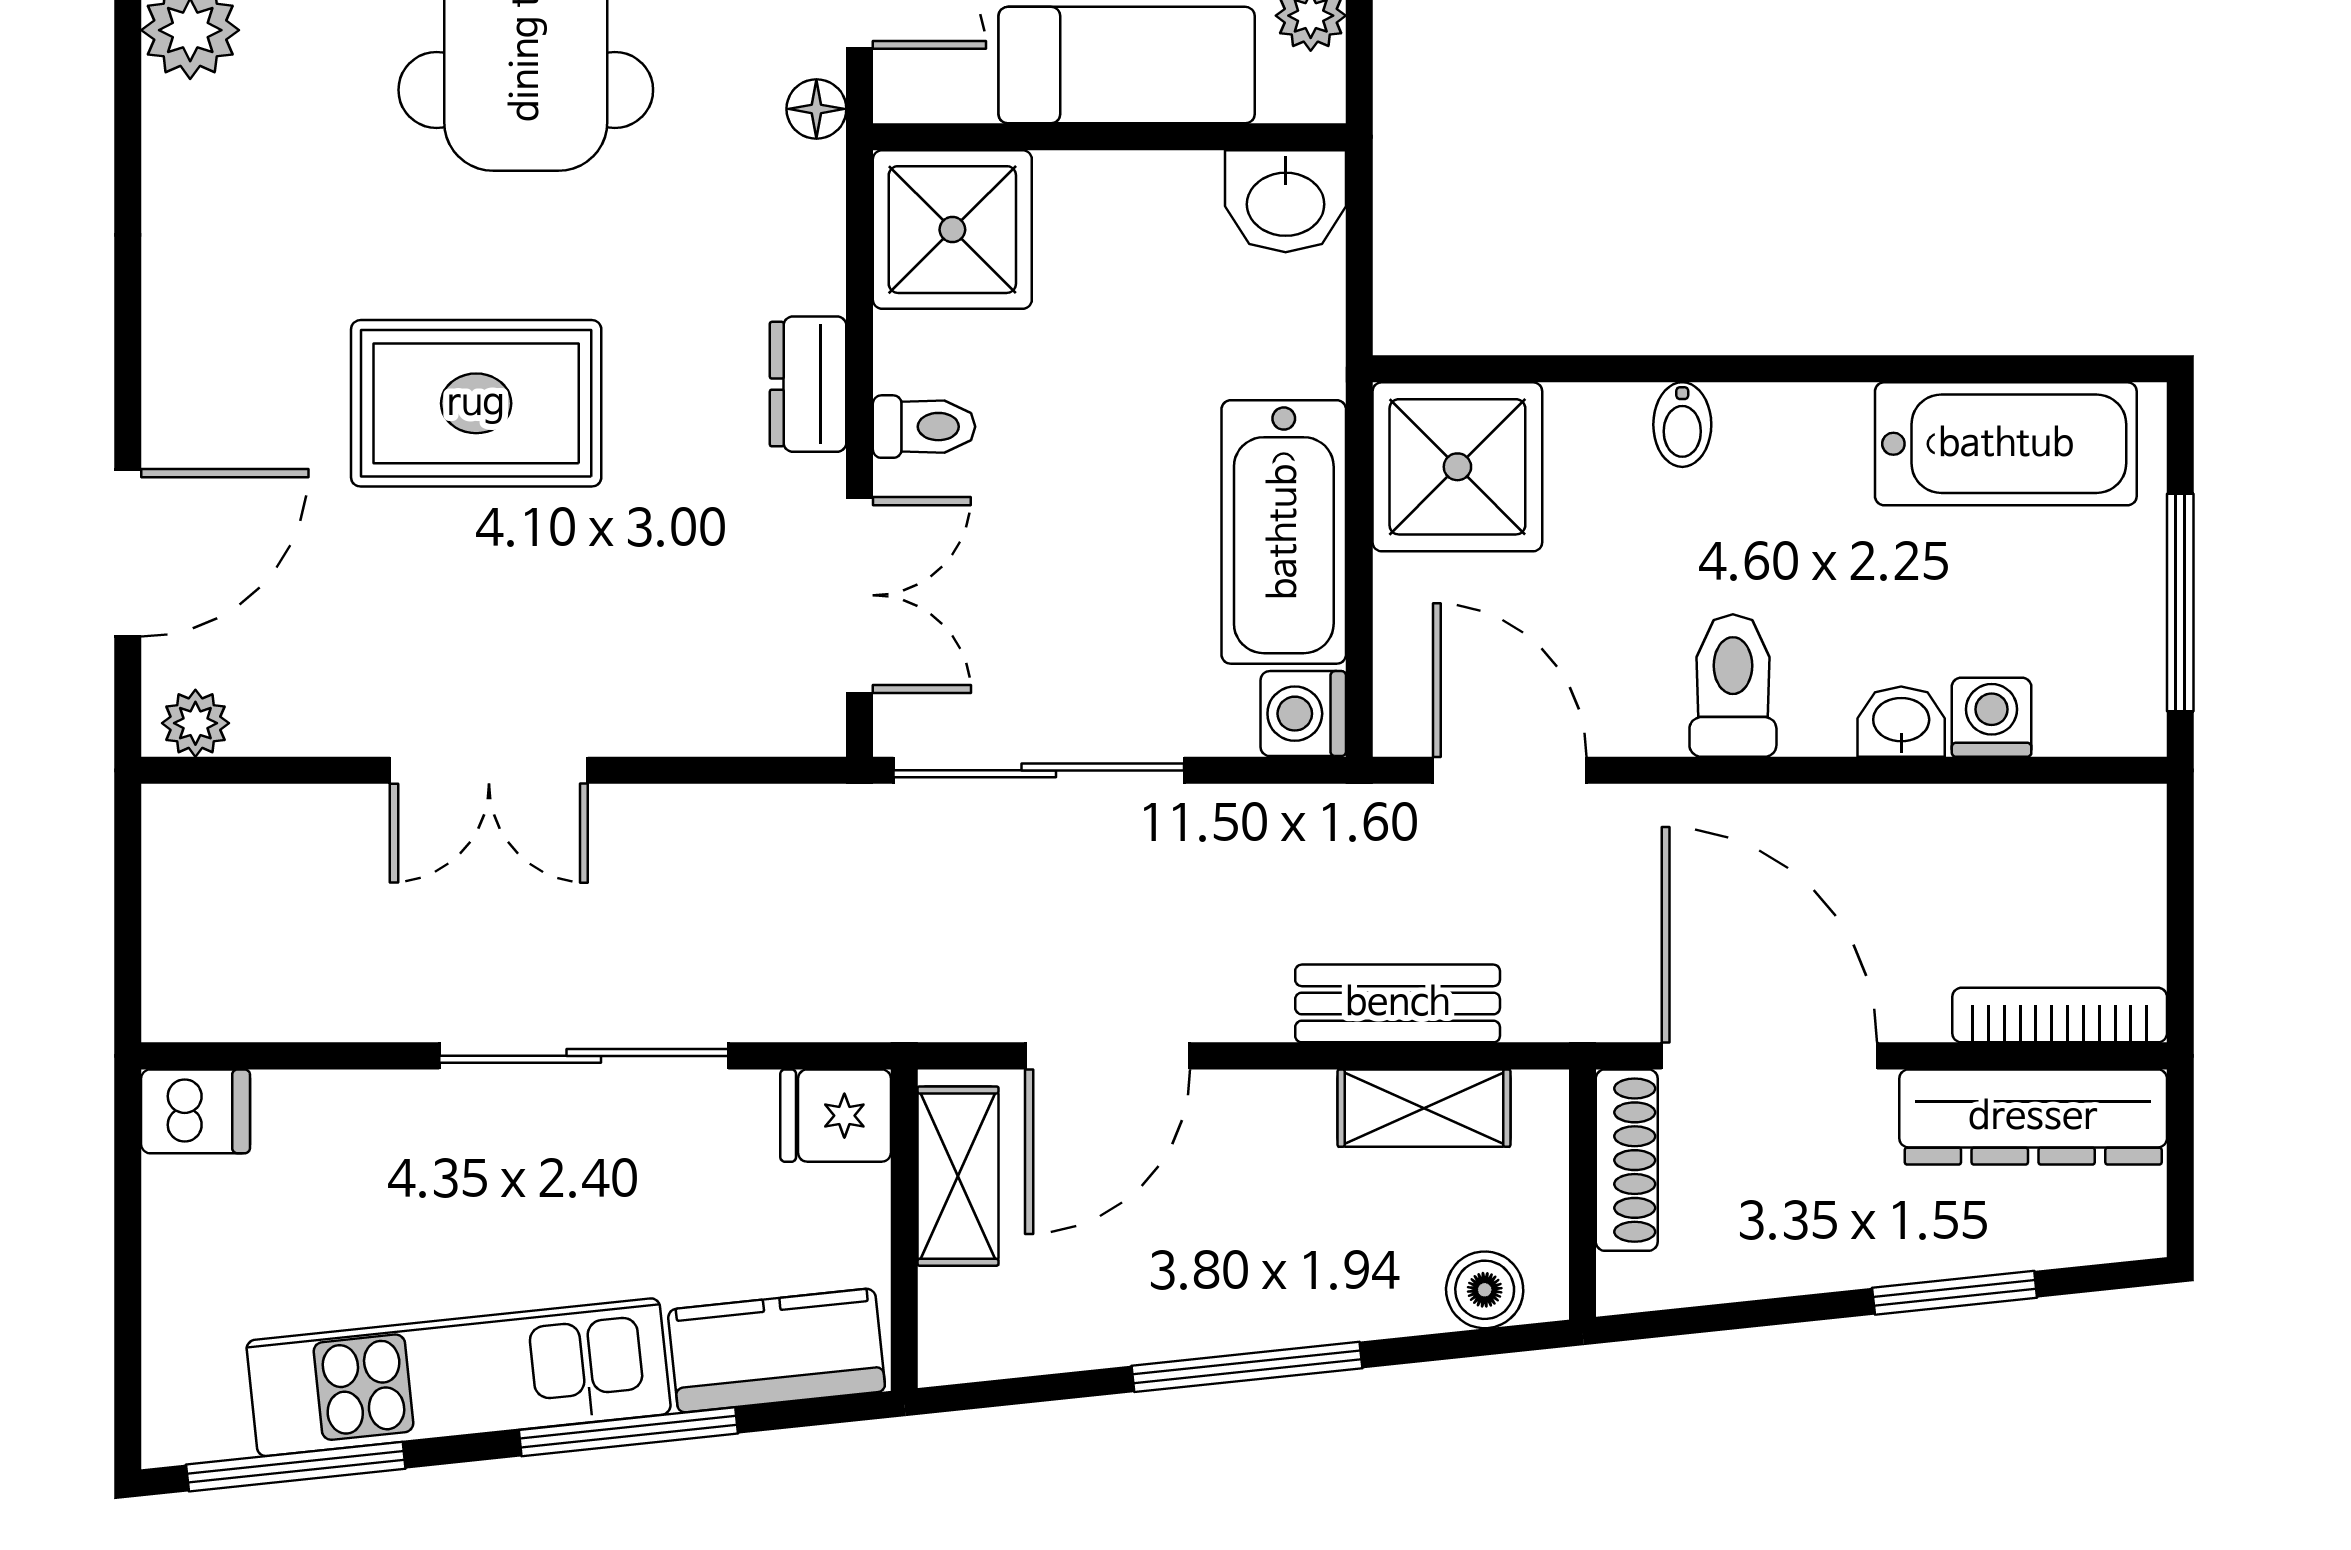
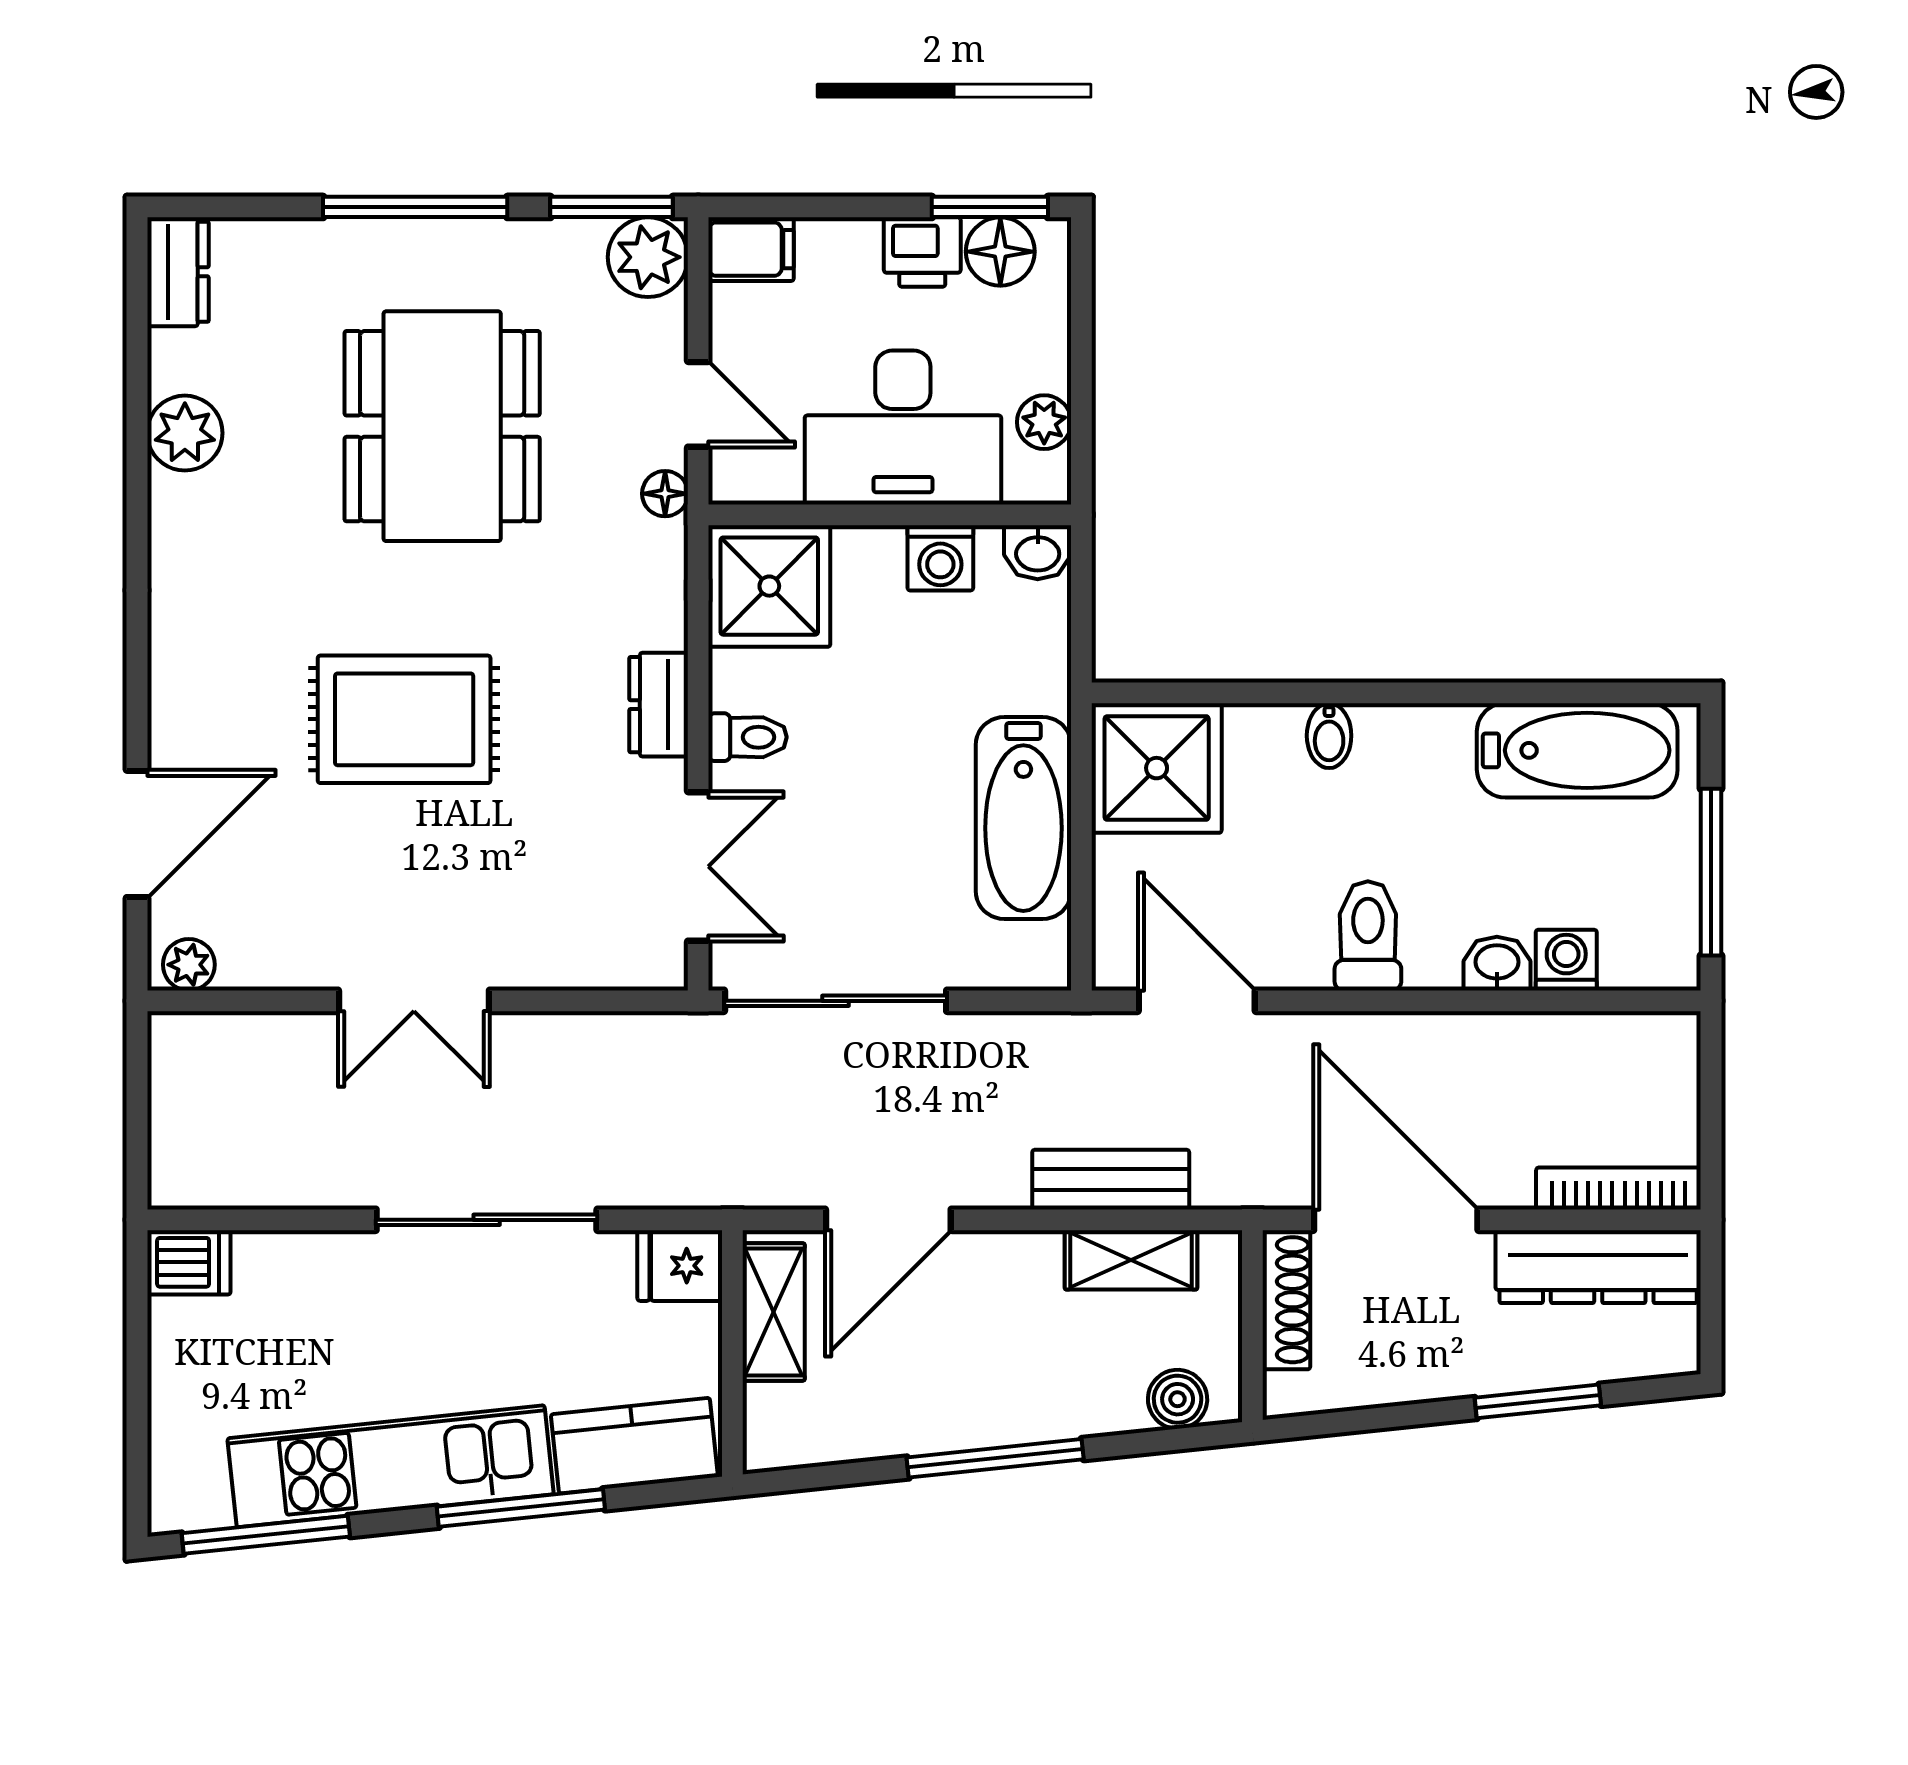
washbasin: (1286, 201) -> (1038, 552), width x0.72, depth x0.69
washing machine: (1303, 714) -> (940, 558), moved, turned -90

